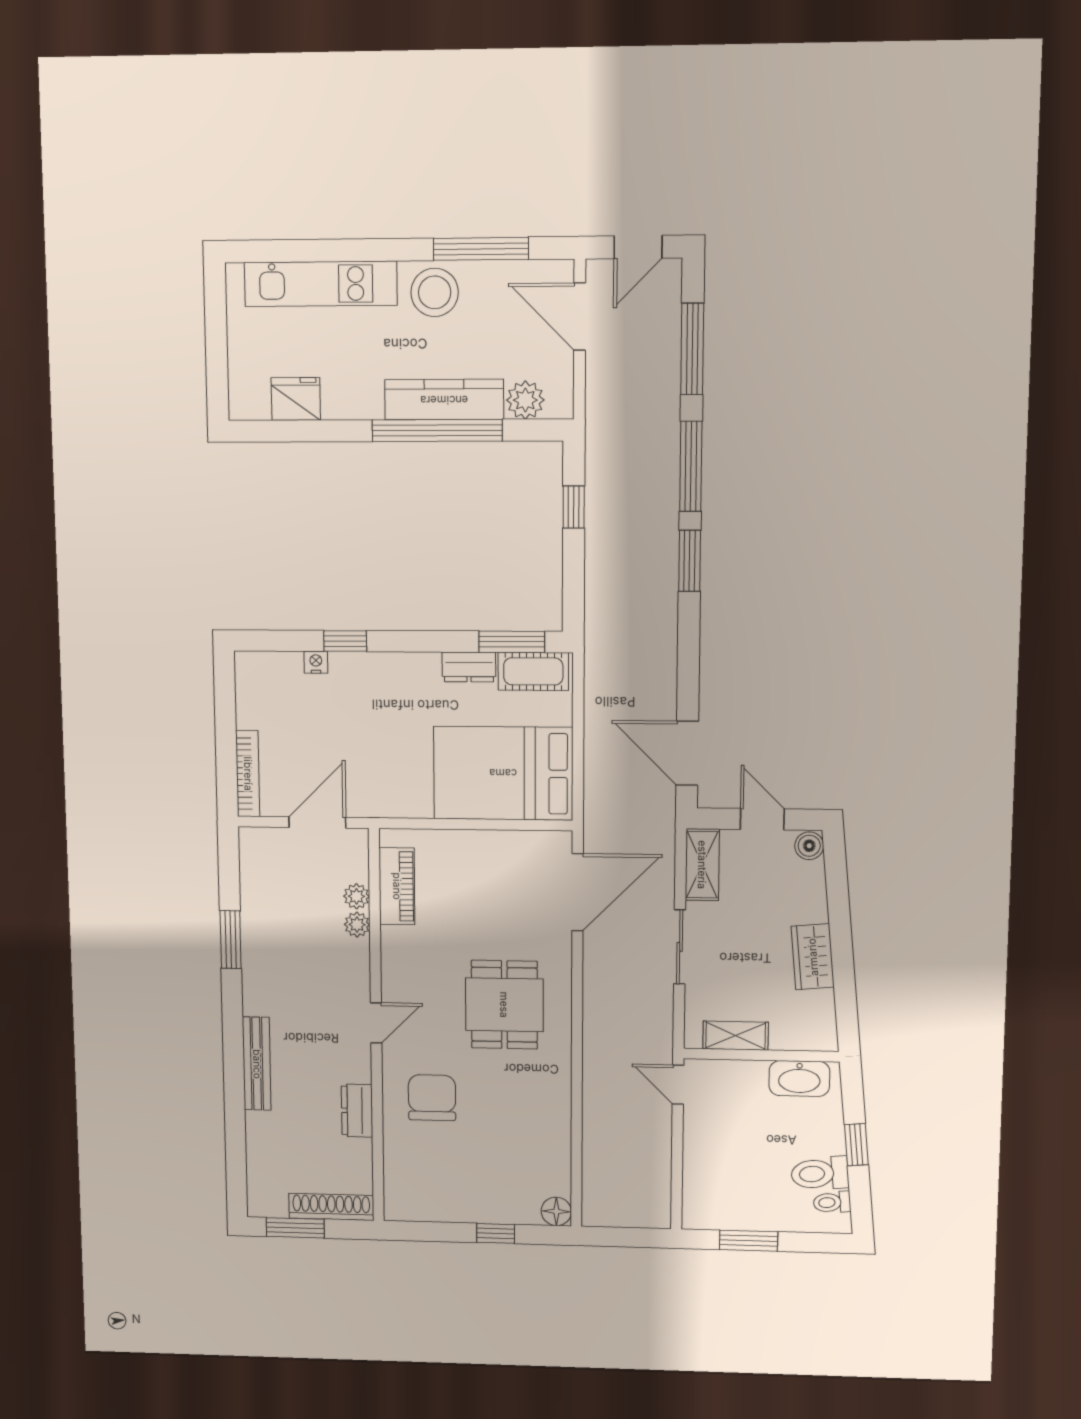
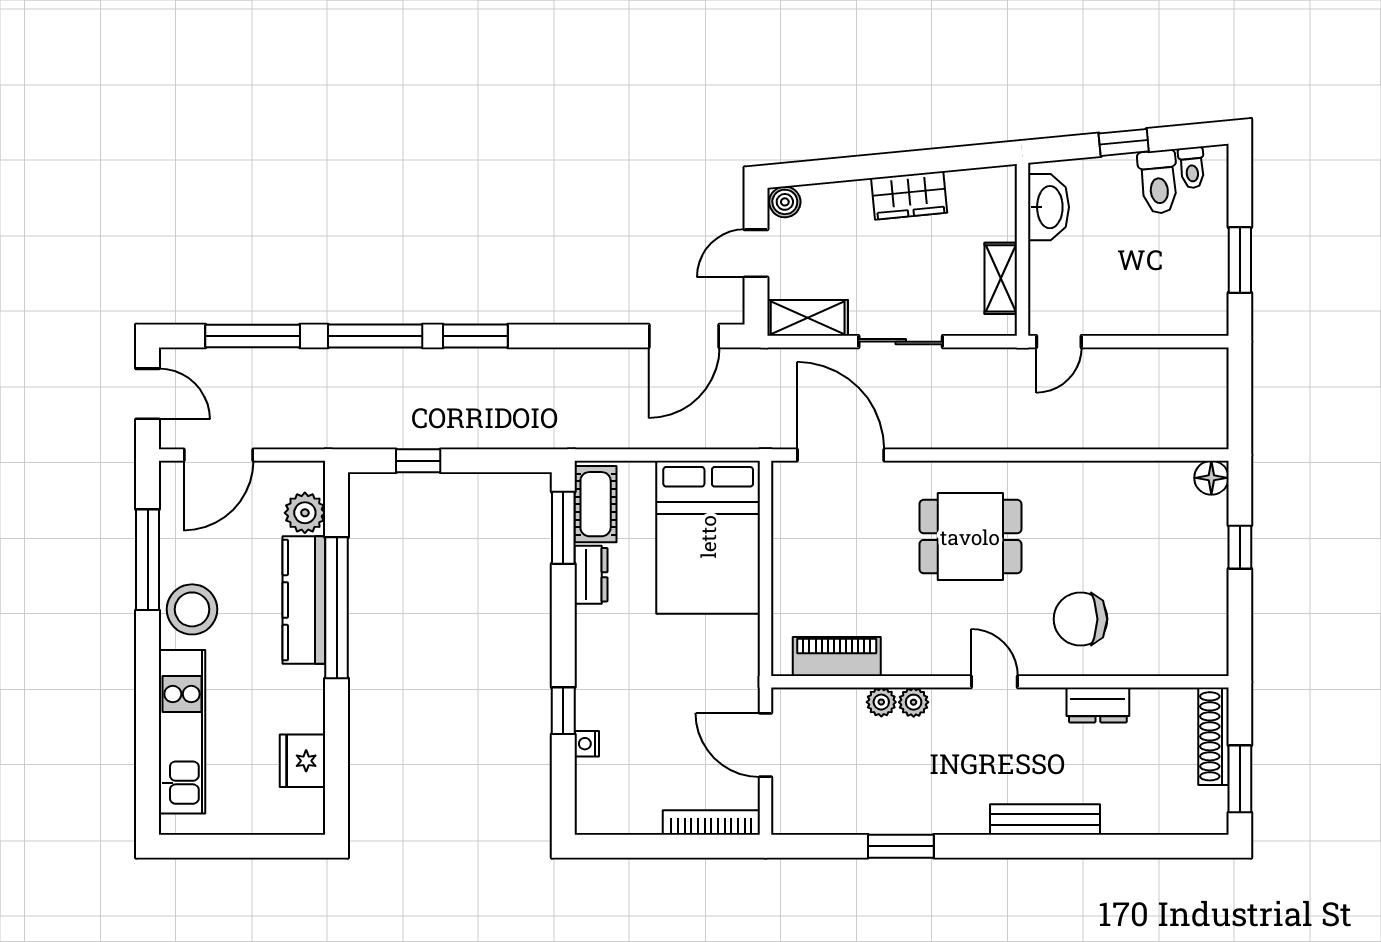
plant: (357, 896) -> (914, 702), moved

